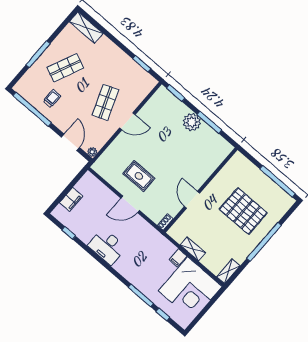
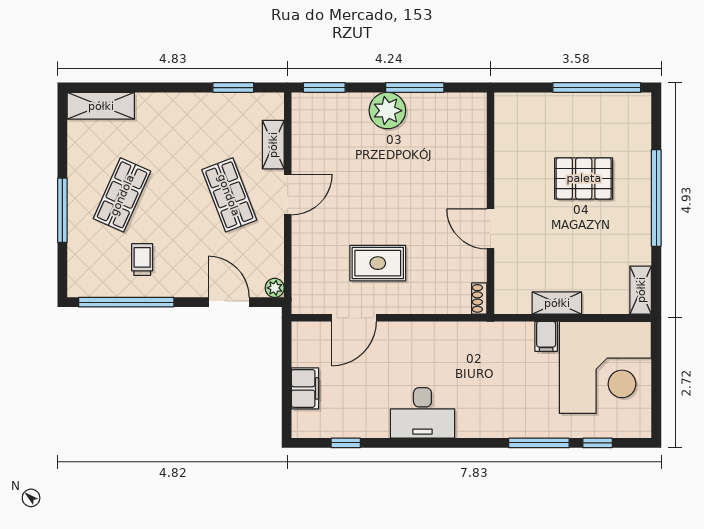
shelving: (138, 98) -> (273, 145), added
door: (130, 204) -> (354, 318), moved
pallet: (243, 211) -> (584, 178), width x0.73, depth x0.71

